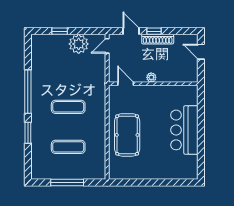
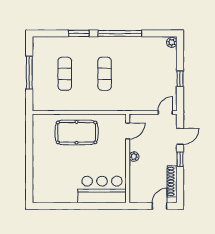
window: (60, 31) -> (180, 79), moved
shoe rack: (158, 39) -> (172, 181), moved
plant: (79, 44) -> (172, 42), moved, width x0.53, depth x0.53
door: (107, 46) -> (165, 112), hinge flipped
bar counter: (184, 130) -> (102, 190), moved

